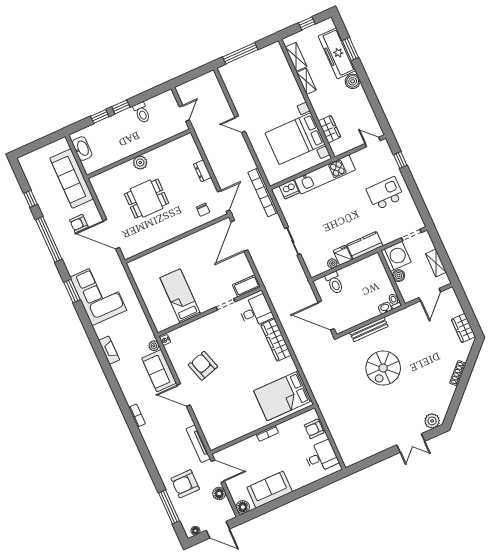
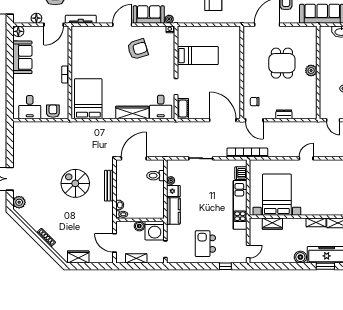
kitchen island: (385, 194) -> (205, 244), turned 180

